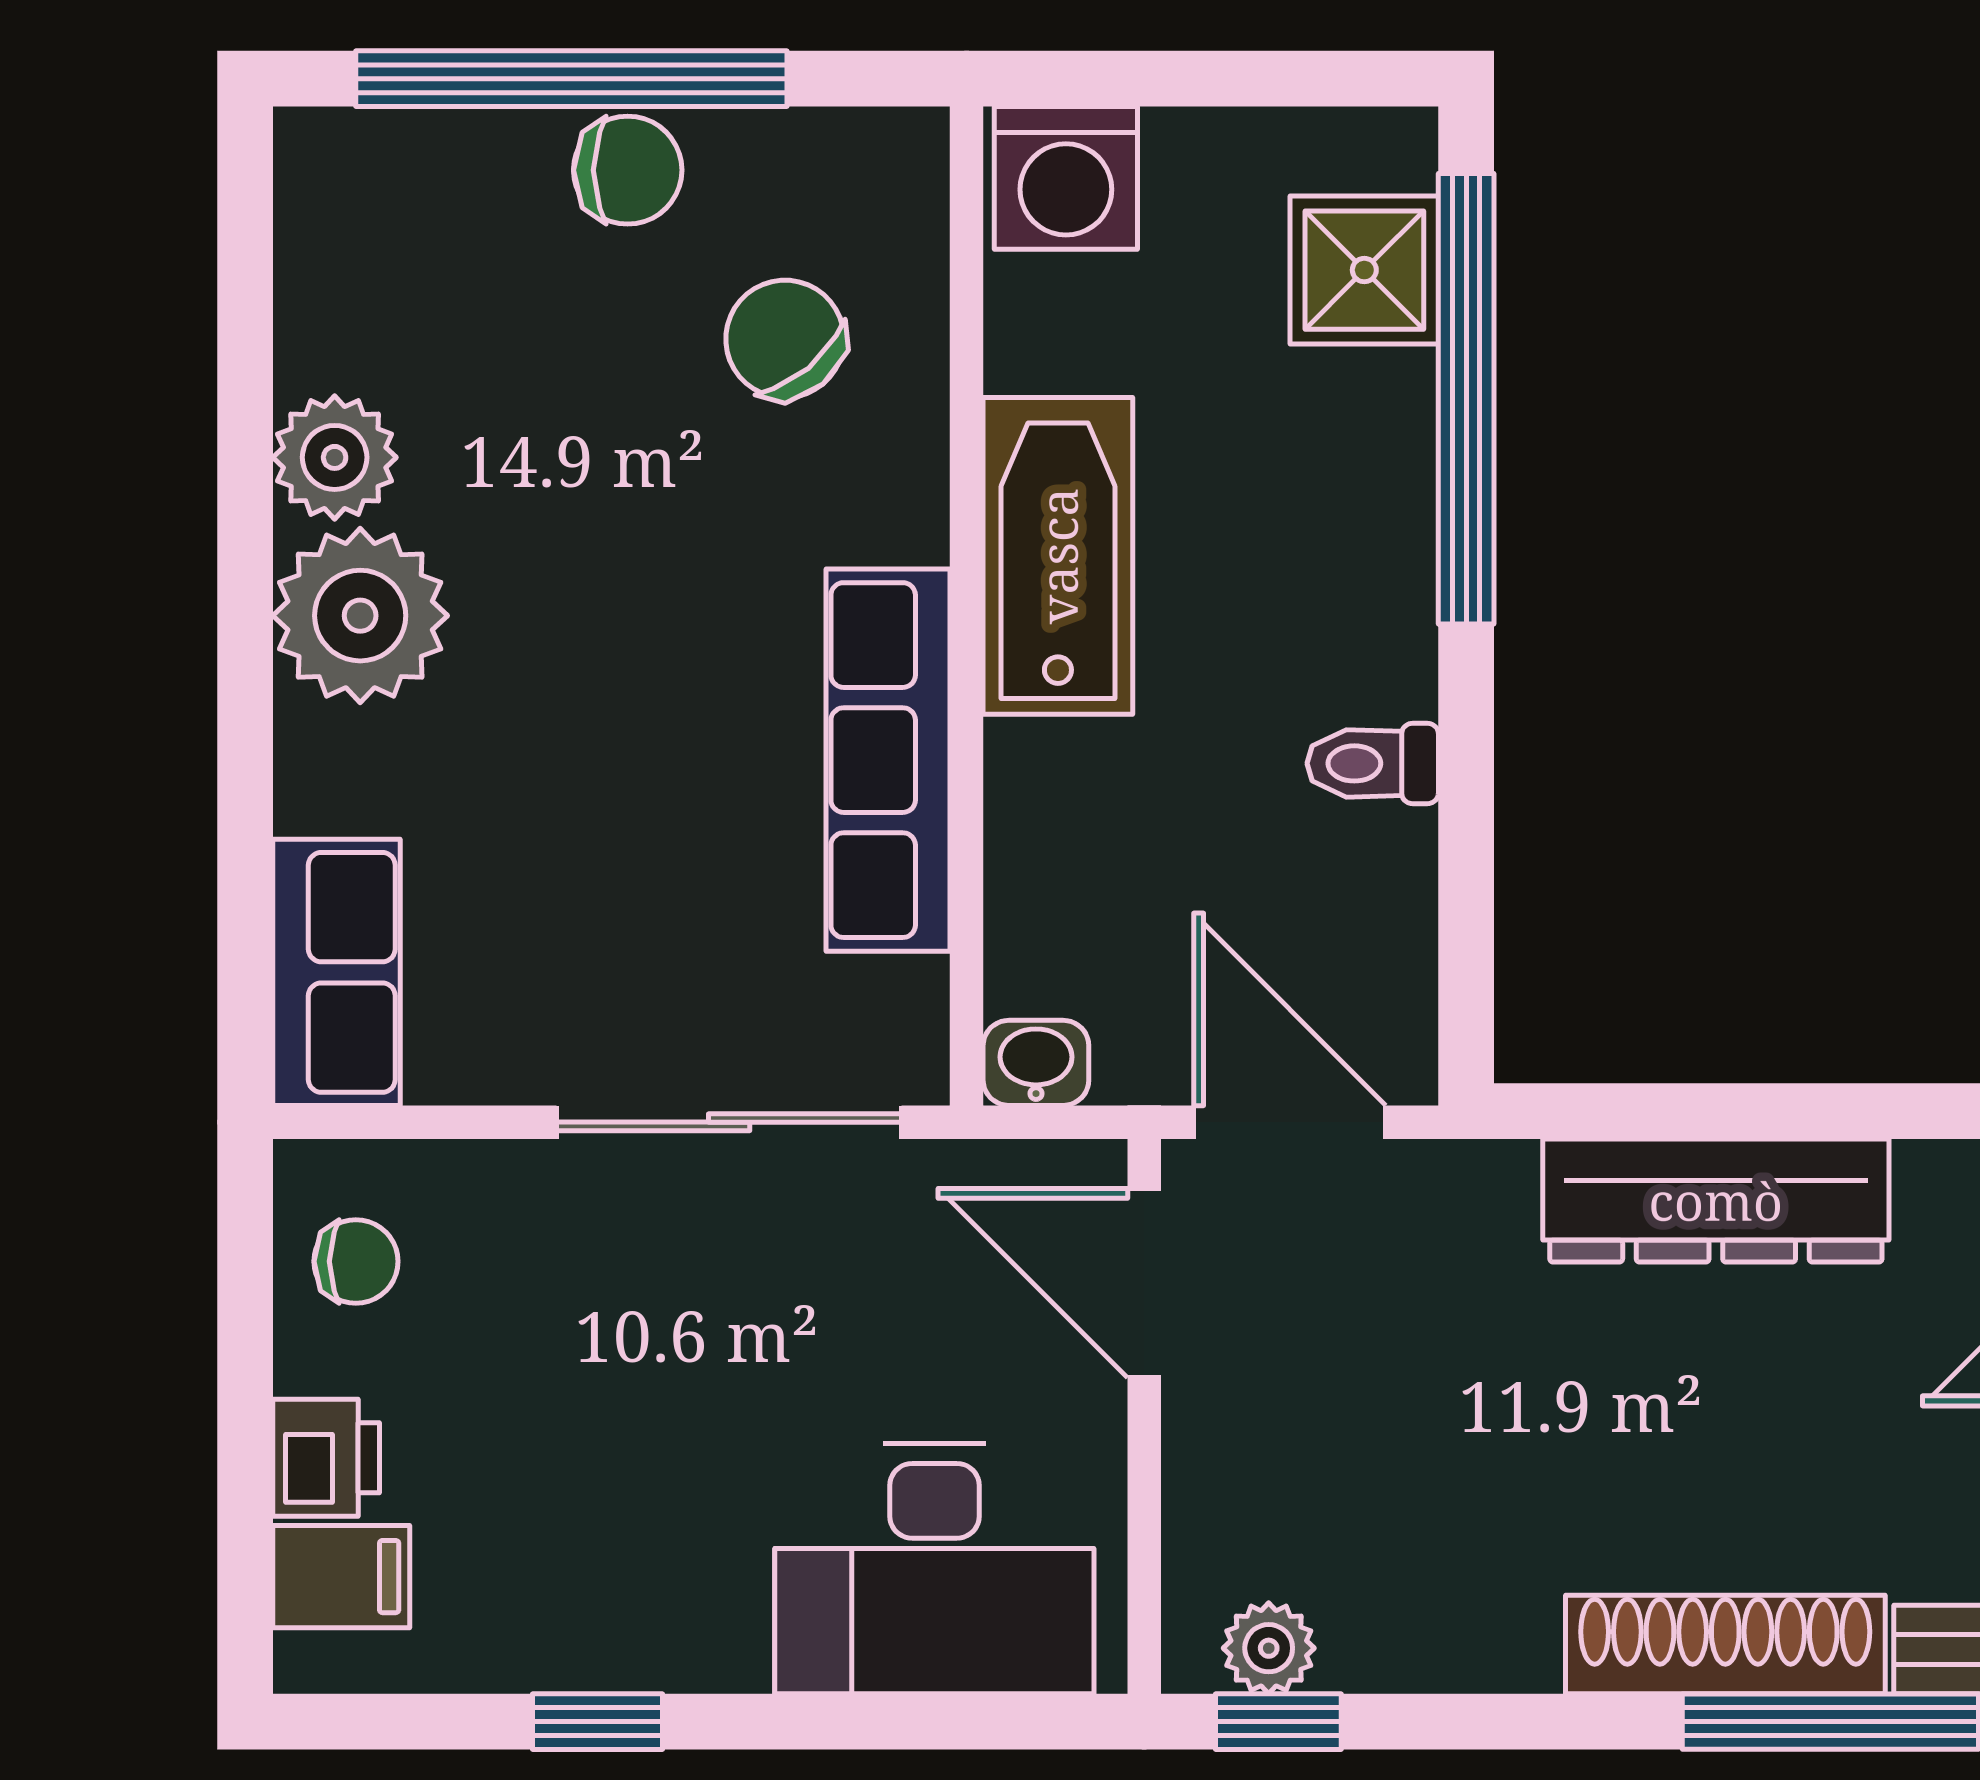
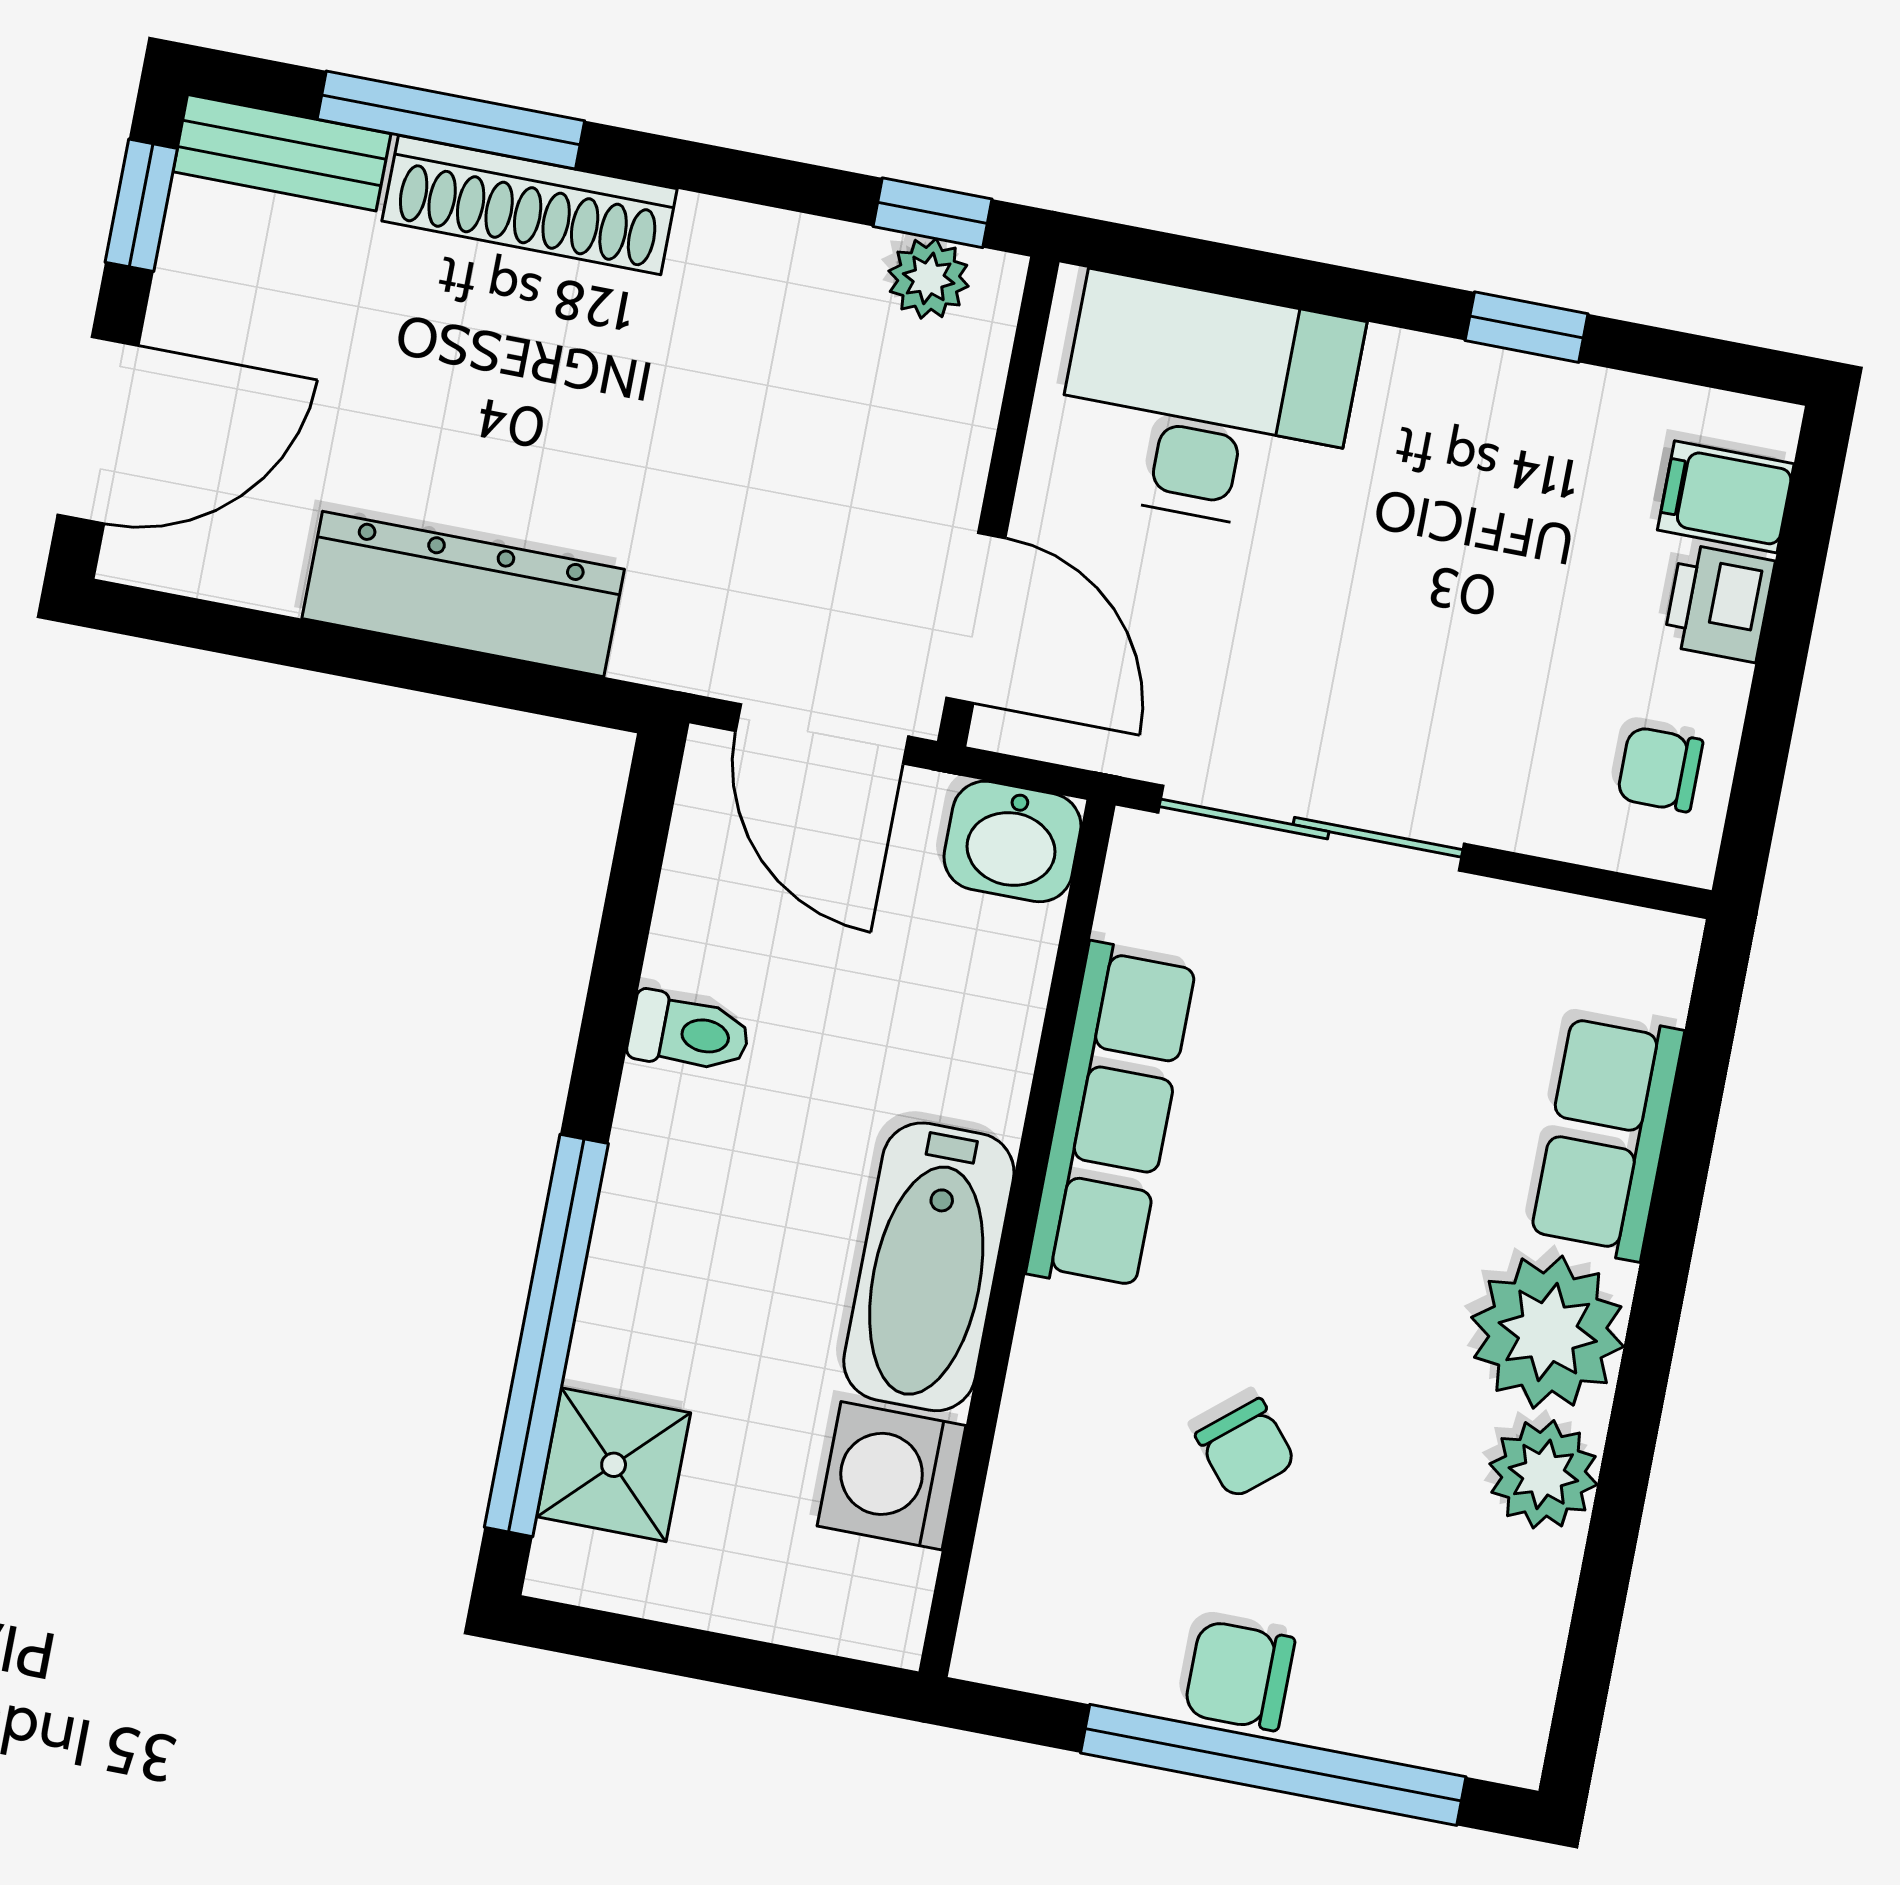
washing machine: (1066, 178) -> (892, 1476), moved, turned -90
chair: (785, 339) -> (1246, 1449), moved, width x0.73, depth x0.73
row of seats: (336, 972) -> (1607, 1136), moved
washbasin: (1036, 1063) -> (1012, 841), width x1.38, depth x1.45

